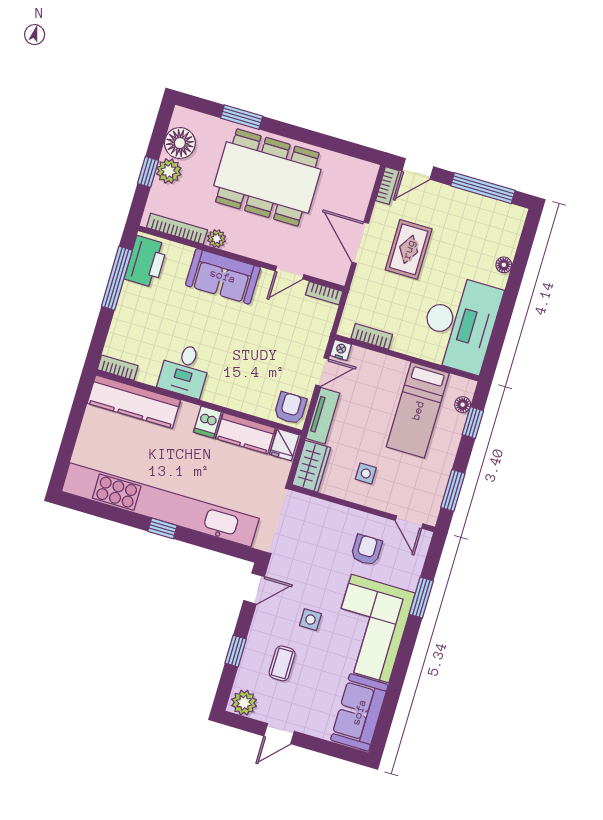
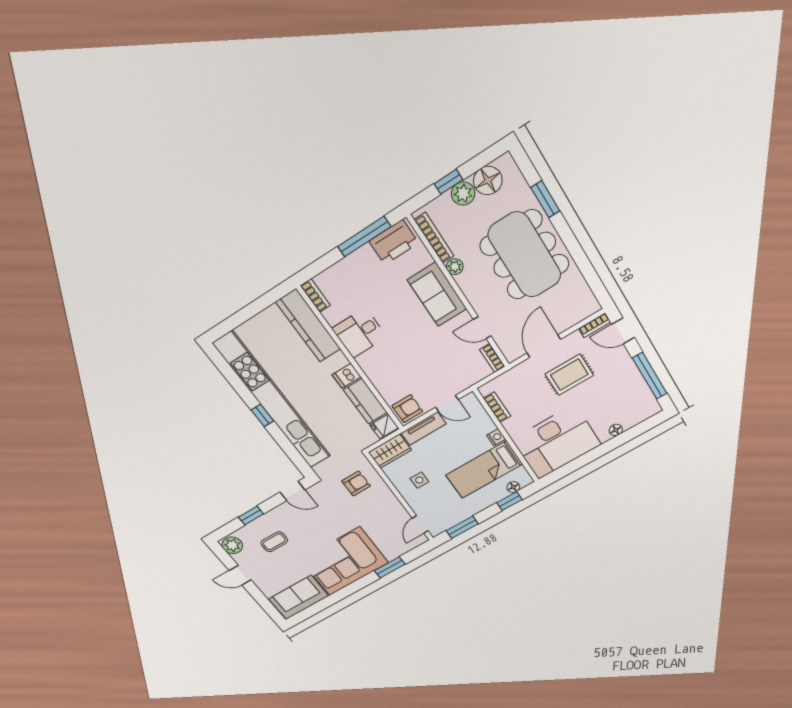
nightstand: (341, 350) -> (496, 437), moved
armchair: (366, 550) -> (356, 484), moved
side table: (310, 620) -> (313, 532), removed

